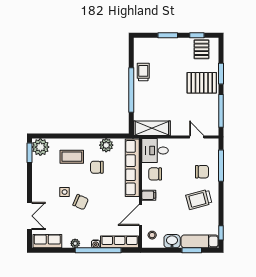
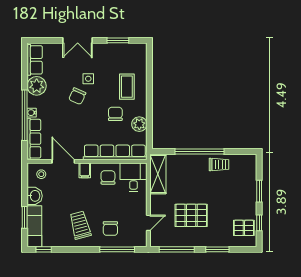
pallet: (202, 83) -> (191, 215), moved, turned 90
plant: (40, 147) -> (137, 52), removed
window: (29, 153) -> (118, 40), moved
double door: (29, 216) -> (78, 40), moved
plant: (75, 243) -> (37, 86), width x1.88, depth x1.88

